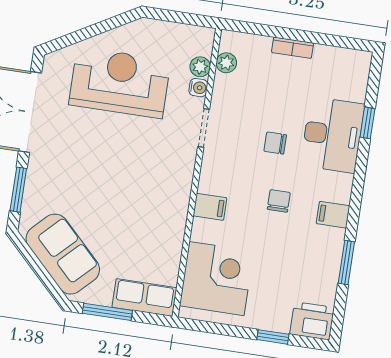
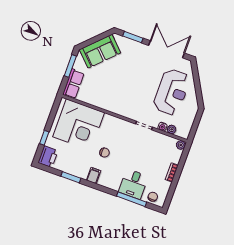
plant: (226, 63) -> (181, 145), moved
window: (367, 123) -> (132, 199), width x2.17
desk: (333, 135) -> (133, 184), width x0.73
chair: (275, 143) -> (153, 197), moved
filing cabinet: (210, 207) -> (108, 121), removed
corner desk: (217, 279) -> (79, 125), width x1.36, depth x1.36

